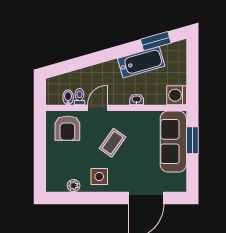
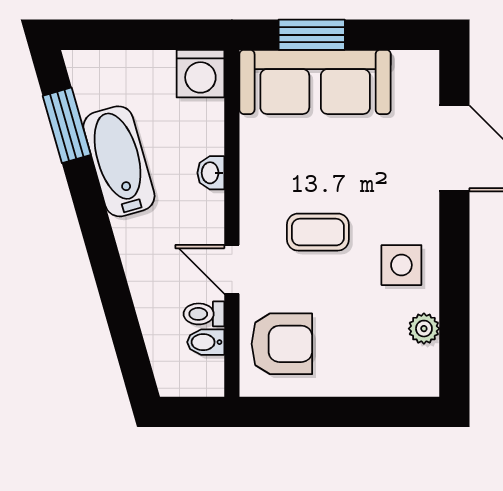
coffee table: (113, 143) -> (318, 232), turned -35

